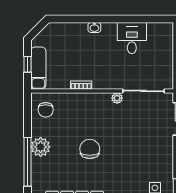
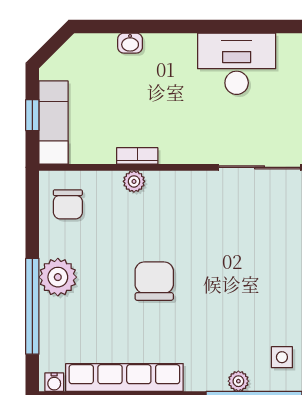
washbasin: (94, 27) -> (130, 43), moved
desk: (132, 38) -> (237, 64), width x1.37
plant: (117, 98) -> (134, 181), moved

